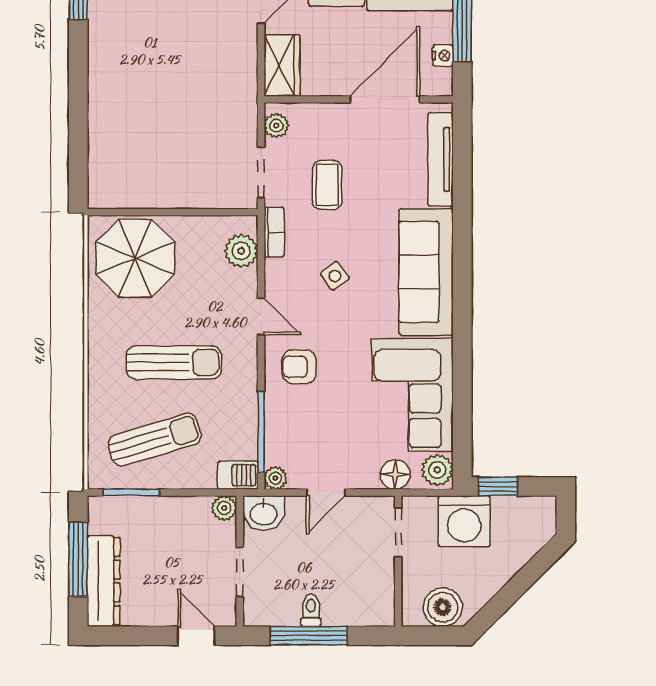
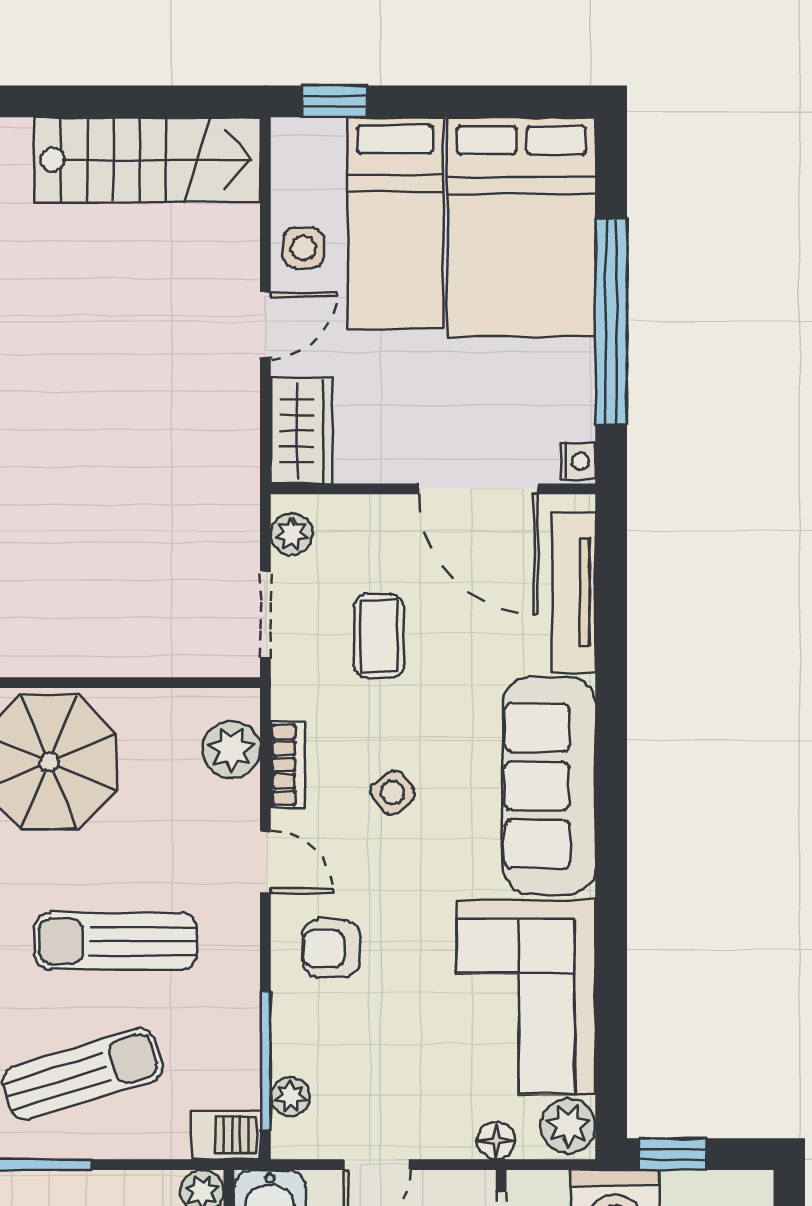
nightstand: (443, 56) -> (578, 461), moved
door: (385, 99) -> (478, 489), swing flipped
bookcase: (274, 232) -> (288, 765), moved
sun lounger: (174, 362) -> (115, 941), turned 180
floor lamp: (395, 474) -> (496, 1141), width x0.73, depth x0.73
plant: (276, 478) -> (290, 1097), moved

